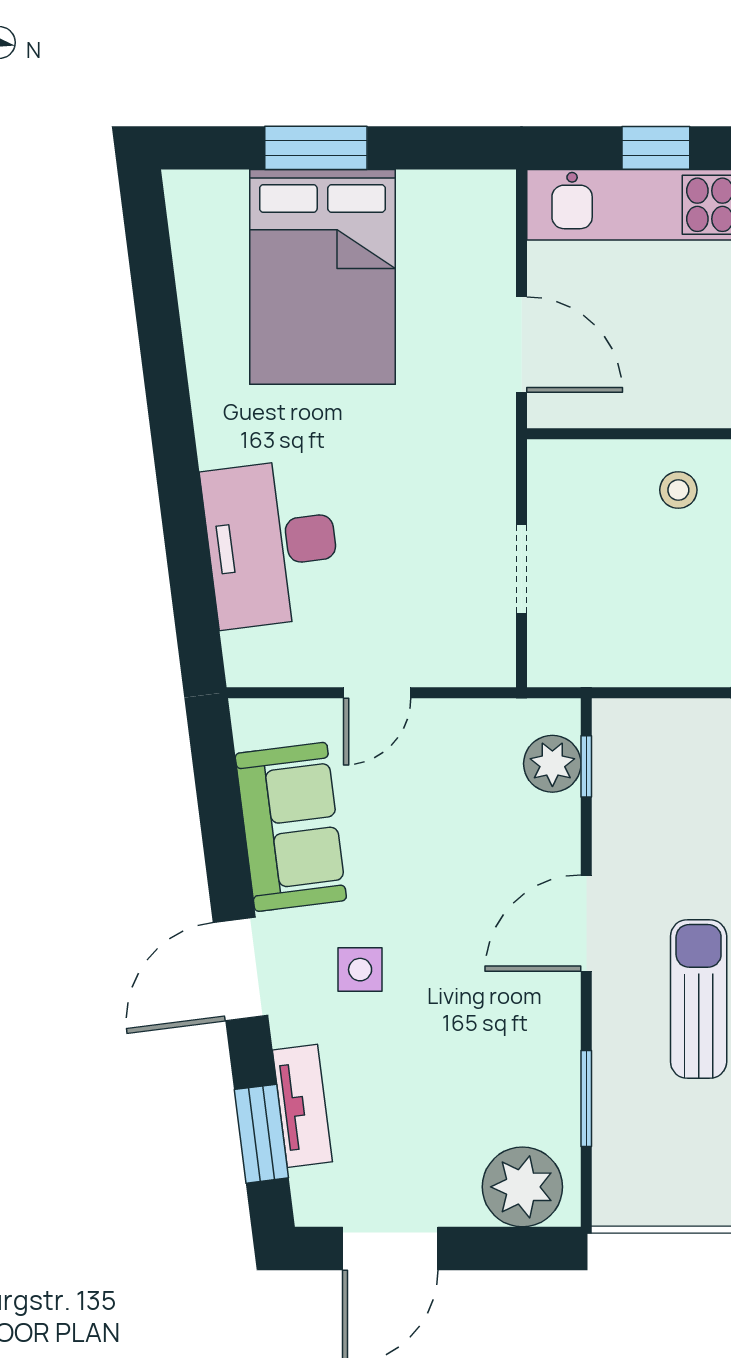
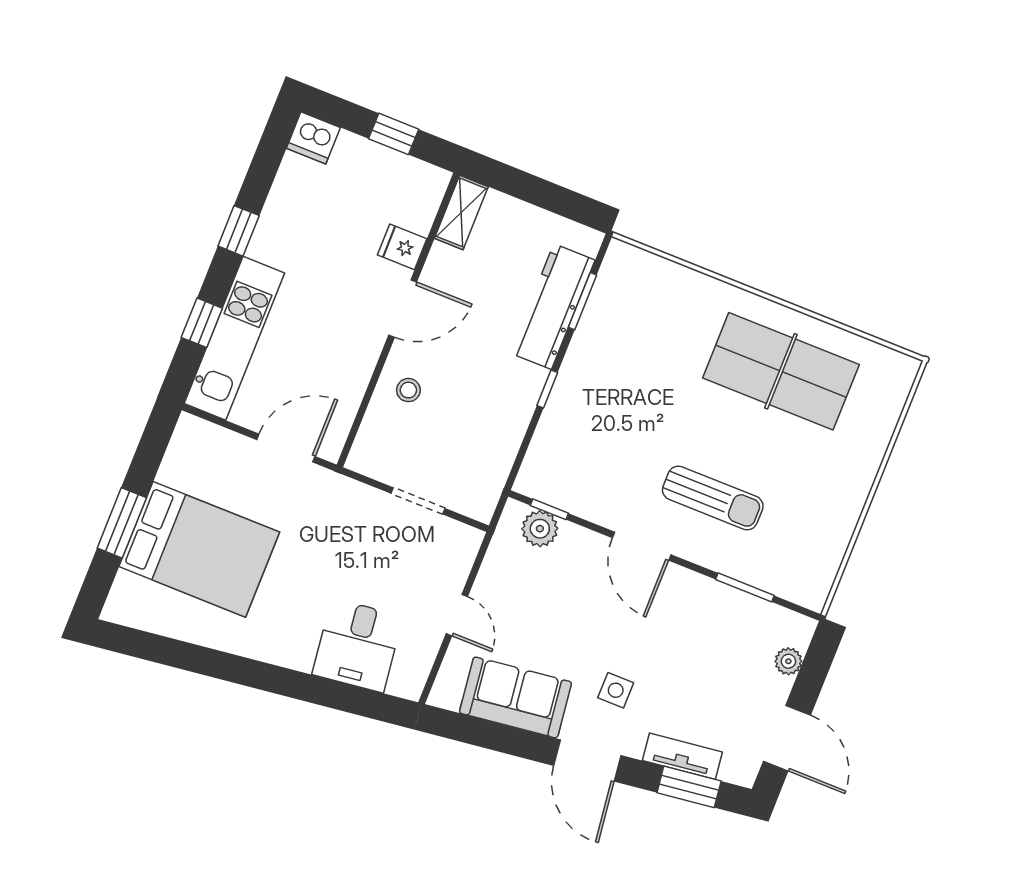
desk: (272, 543) -> (357, 645), width x0.73
sun lounger: (699, 999) -> (713, 498), turned 180
plant: (522, 1187) -> (788, 661), width x0.53, depth x0.53

